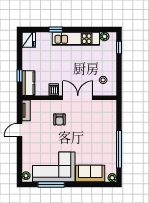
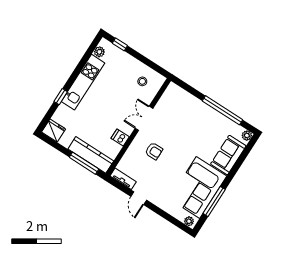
window: (19, 76) -> (84, 163), width x2.17
kitchen counter: (28, 83) -> (91, 155), width x1.50
double door: (78, 98) -> (144, 118), width x0.73

